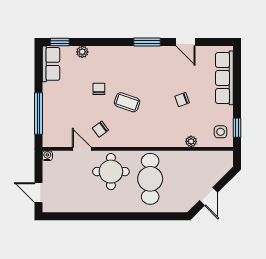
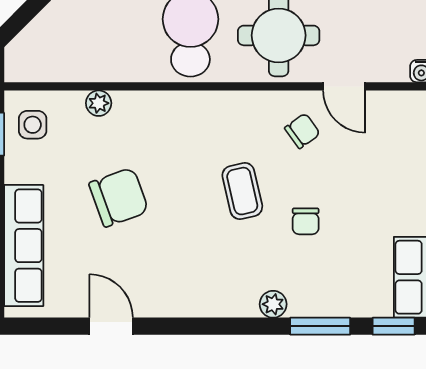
window: (147, 42) -> (320, 326), moved
plant: (82, 52) -> (273, 304), moved
chair: (182, 99) -> (119, 197), width x1.87, depth x1.87
coffee table: (127, 102) -> (242, 191), turned 58

